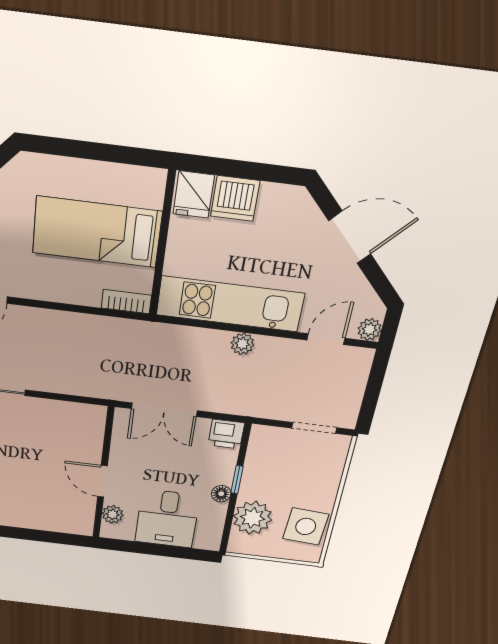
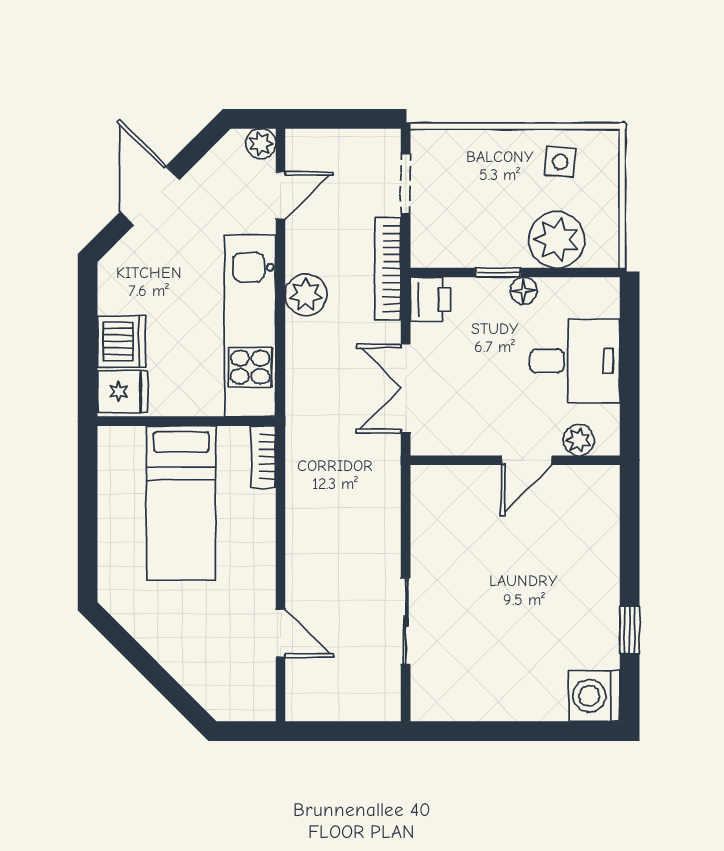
door: (326, 339) -> (280, 196), swing flipped
plant: (242, 344) -> (306, 295), width x1.38, depth x1.38
bookcase: (254, 408) -> (388, 269), added
double door: (164, 410) -> (406, 388), swing flipped
side table: (306, 526) -> (560, 162), width x0.54, depth x0.54

